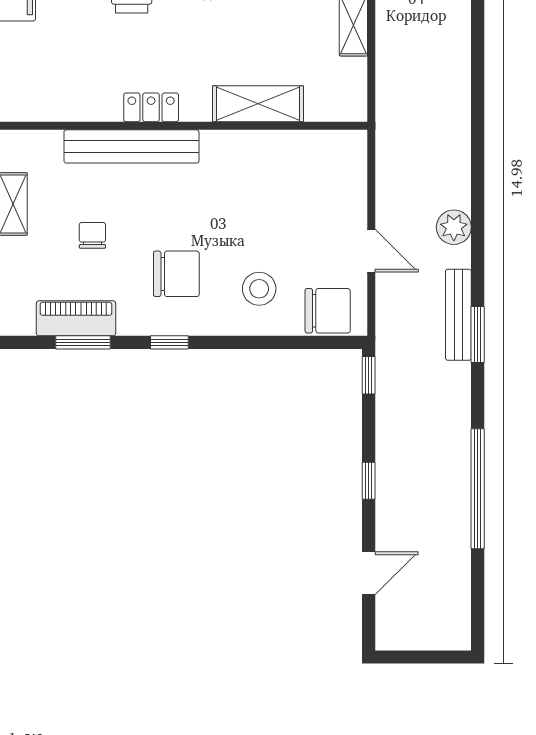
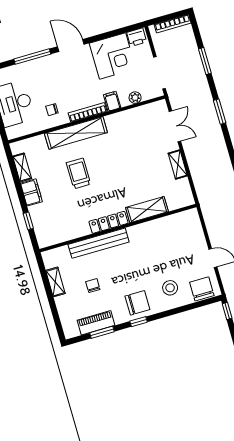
locker: (151, 107) -> (108, 222), width x1.53
chair: (176, 274) -> (137, 303), moved
chair: (328, 311) -> (202, 289), turned -90

